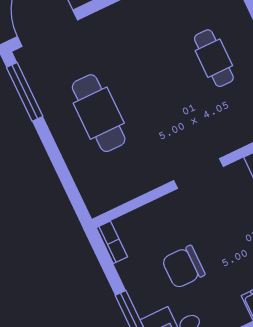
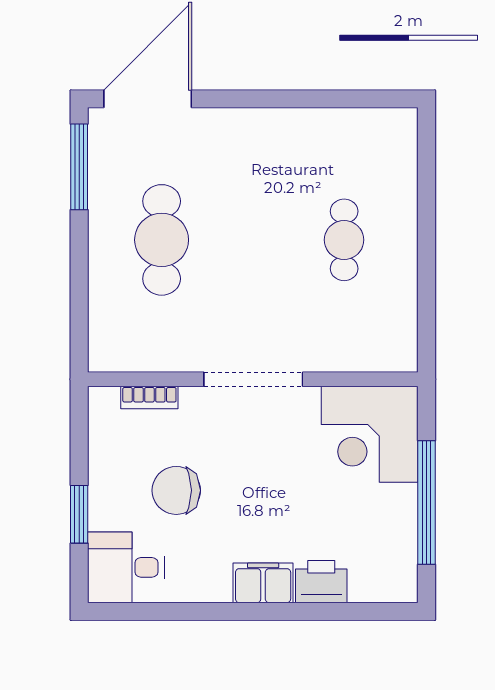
doorway: (198, 173) -> (253, 379), width x1.36
bookcase: (112, 242) -> (149, 397), moved, turned 90

